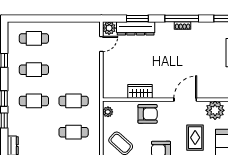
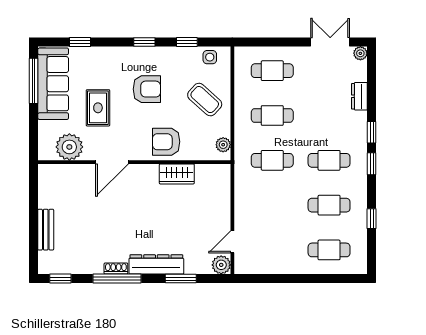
dresser: (136, 28) -> (156, 264), moved

